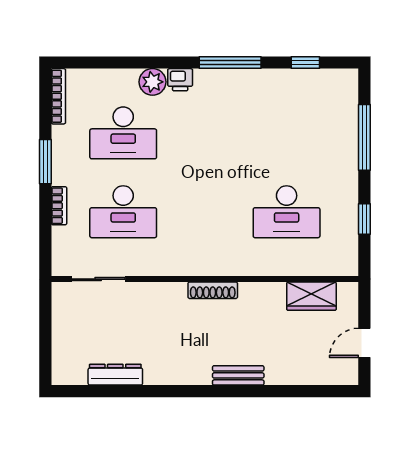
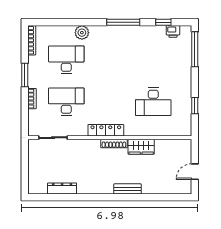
printer: (180, 80) -> (173, 31), moved
desk: (123, 133) -> (66, 60), turned 180
window: (364, 137) -> (195, 49), moved
desk: (123, 212) -> (66, 102), turned 180
locker: (197, 265) -> (106, 130), added
wardrobe: (311, 296) -> (141, 147), moved

